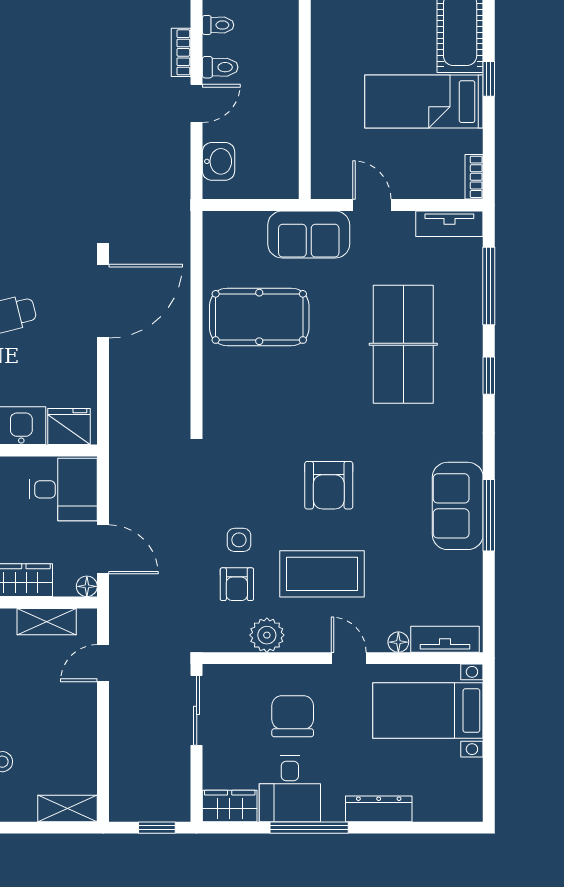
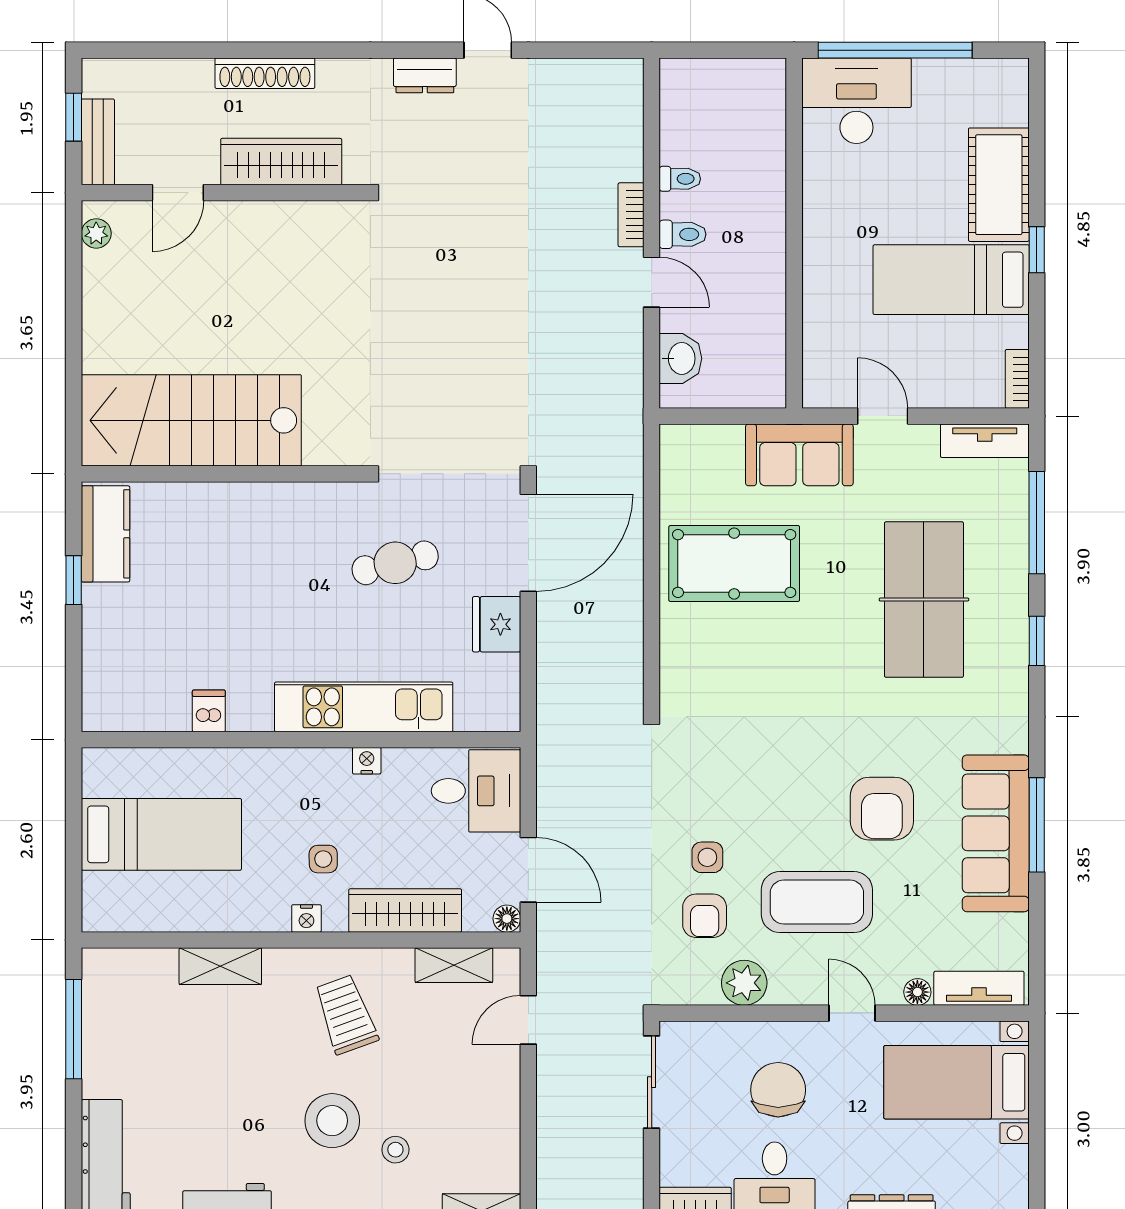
door: (197, 103) -> (652, 282), hinge flipped
fridge: (69, 427) -> (497, 624), moved, turned -90
armchair: (329, 485) -> (882, 809), moved
sofa: (458, 506) -> (996, 833), width x1.36

